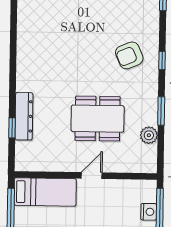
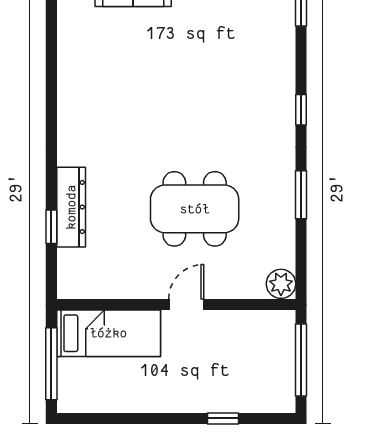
armchair: (129, 55) -> (246, 102), removed
plant: (149, 135) -> (281, 284), moved
nightstand: (149, 212) -> (283, 364), removed

